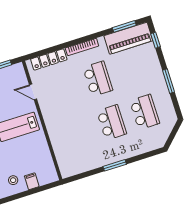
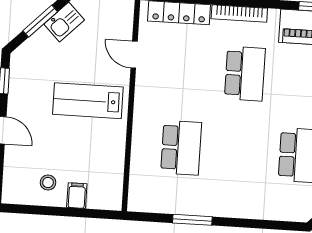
school desk: (112, 122) -> (181, 148), moved
window: (115, 165) -> (192, 220), moved

